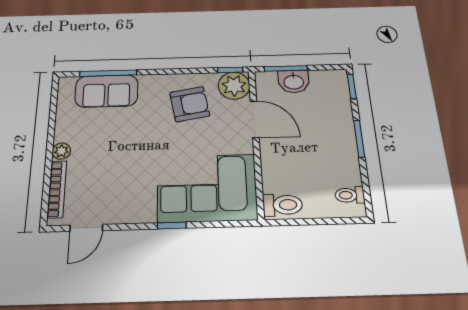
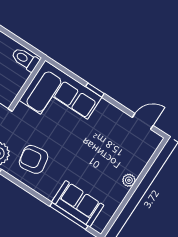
bookcase: (57, 189) -> (145, 157), removed

